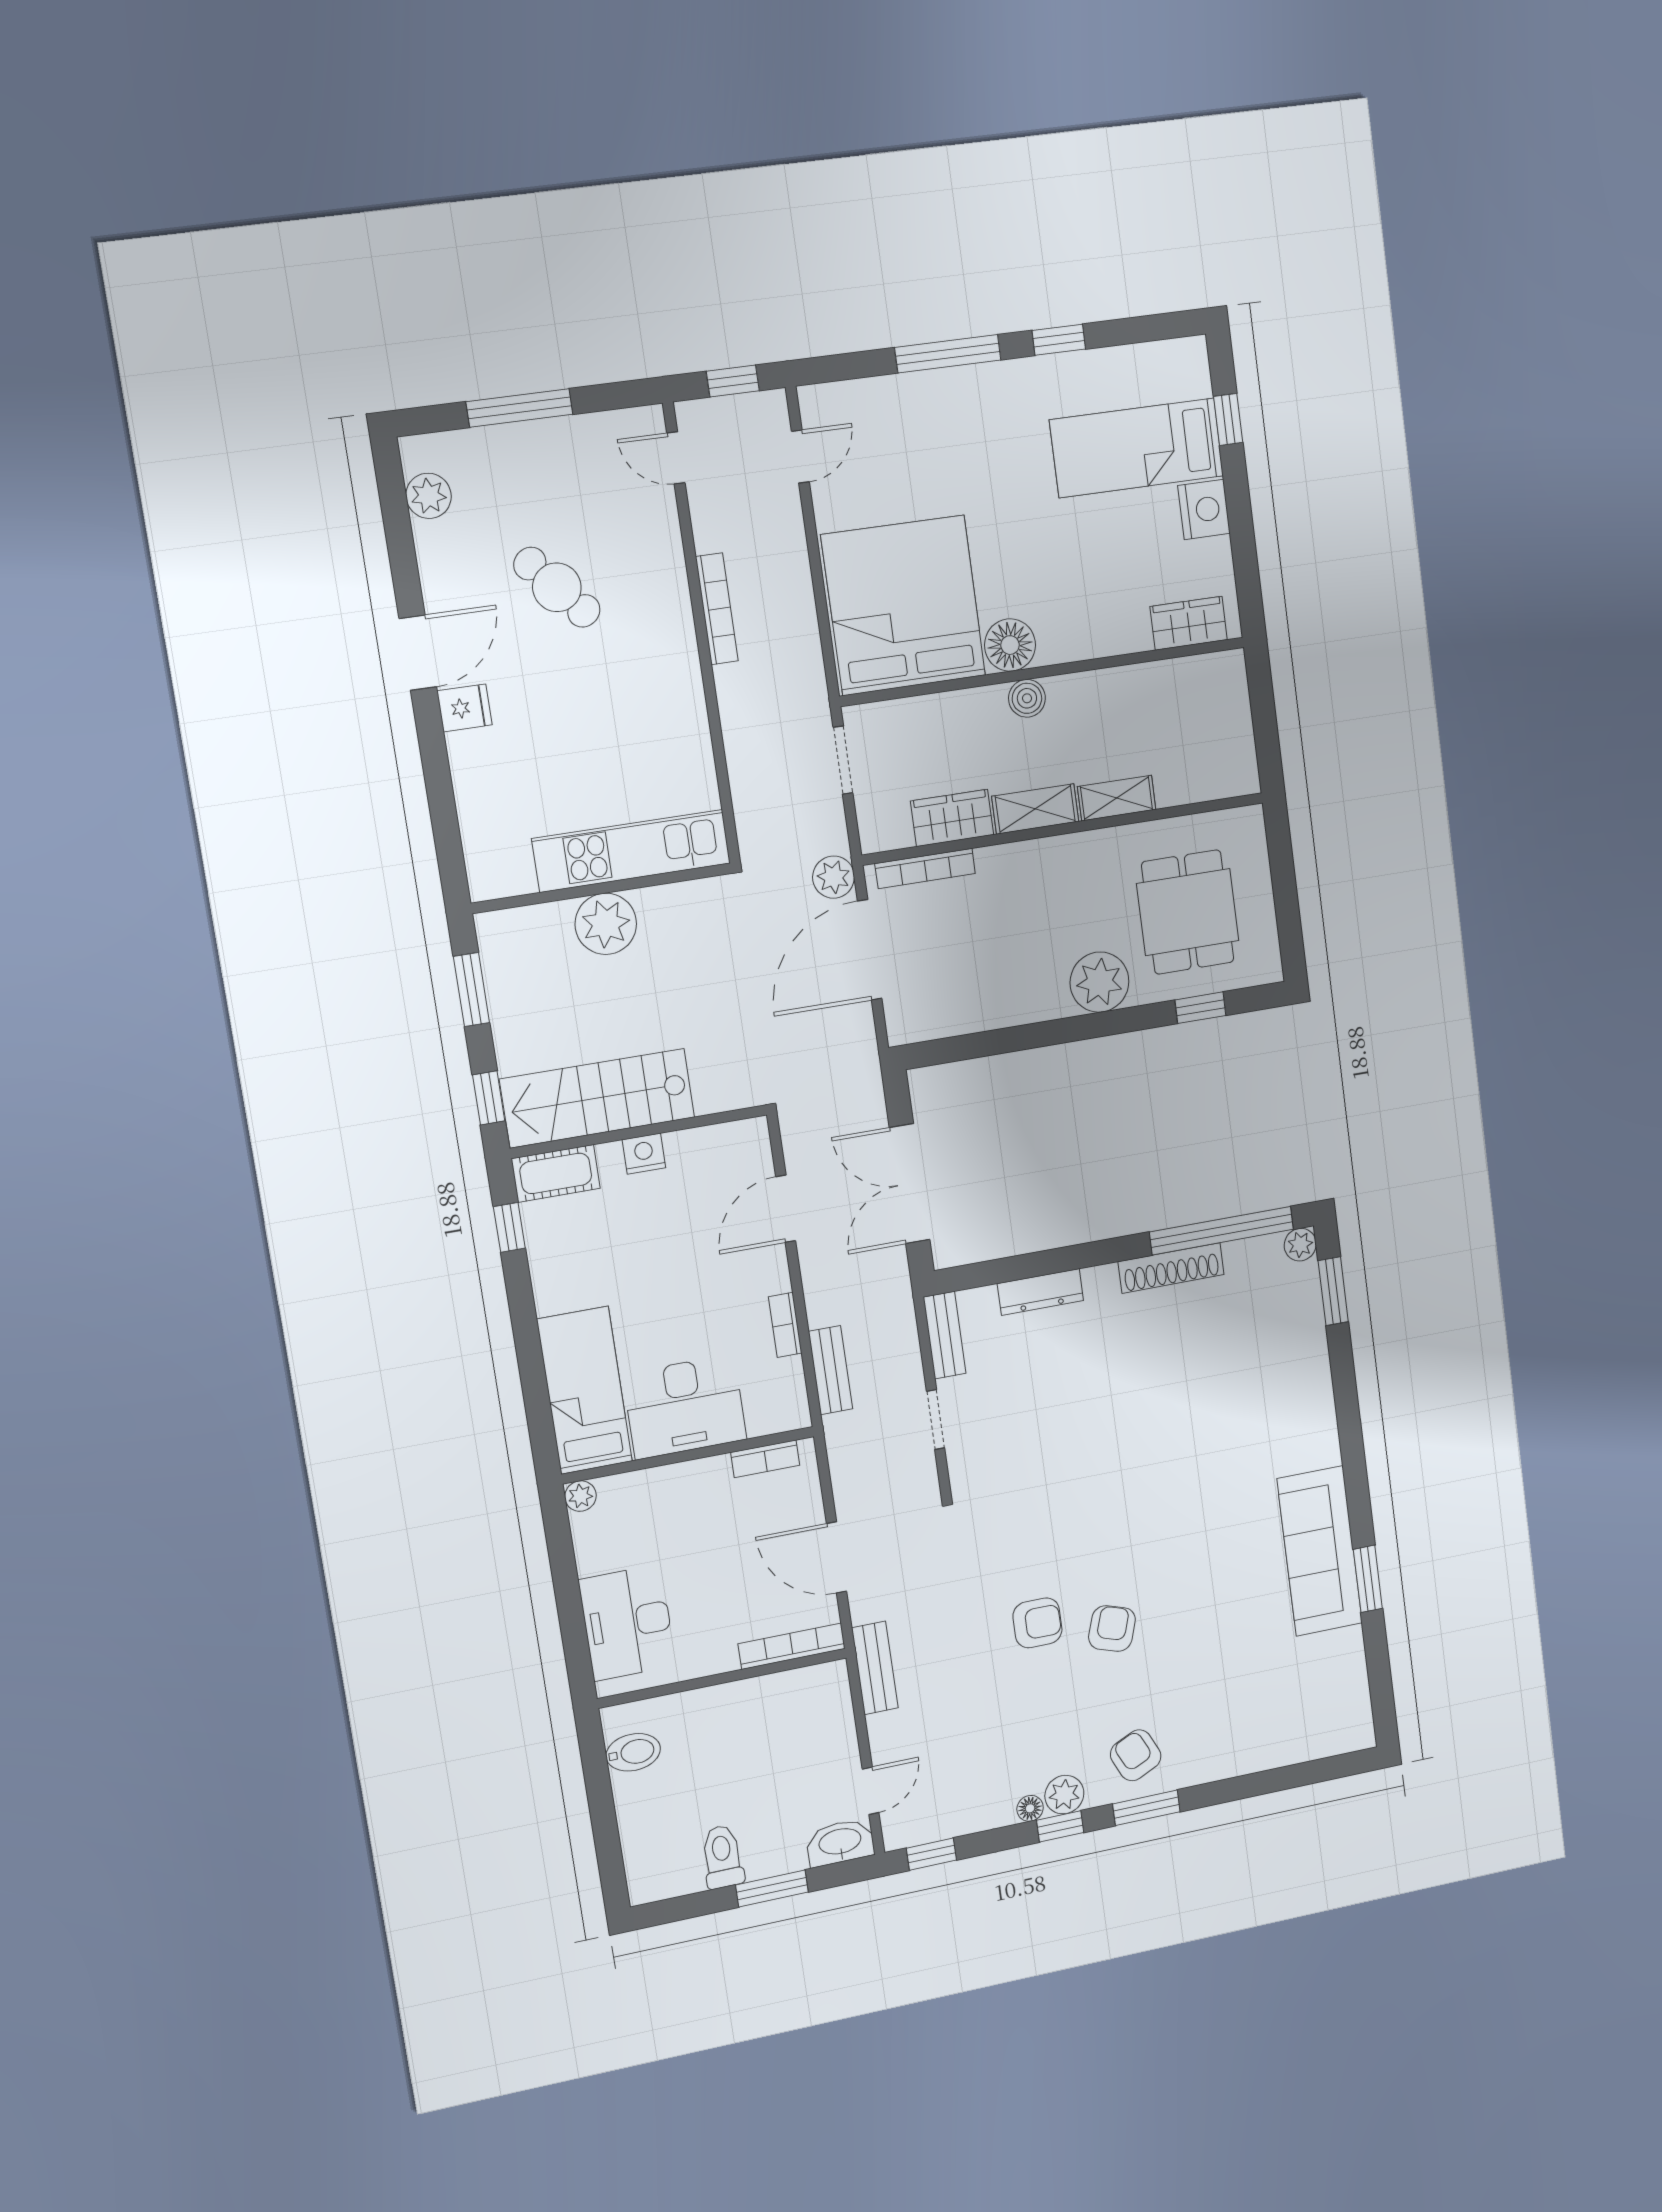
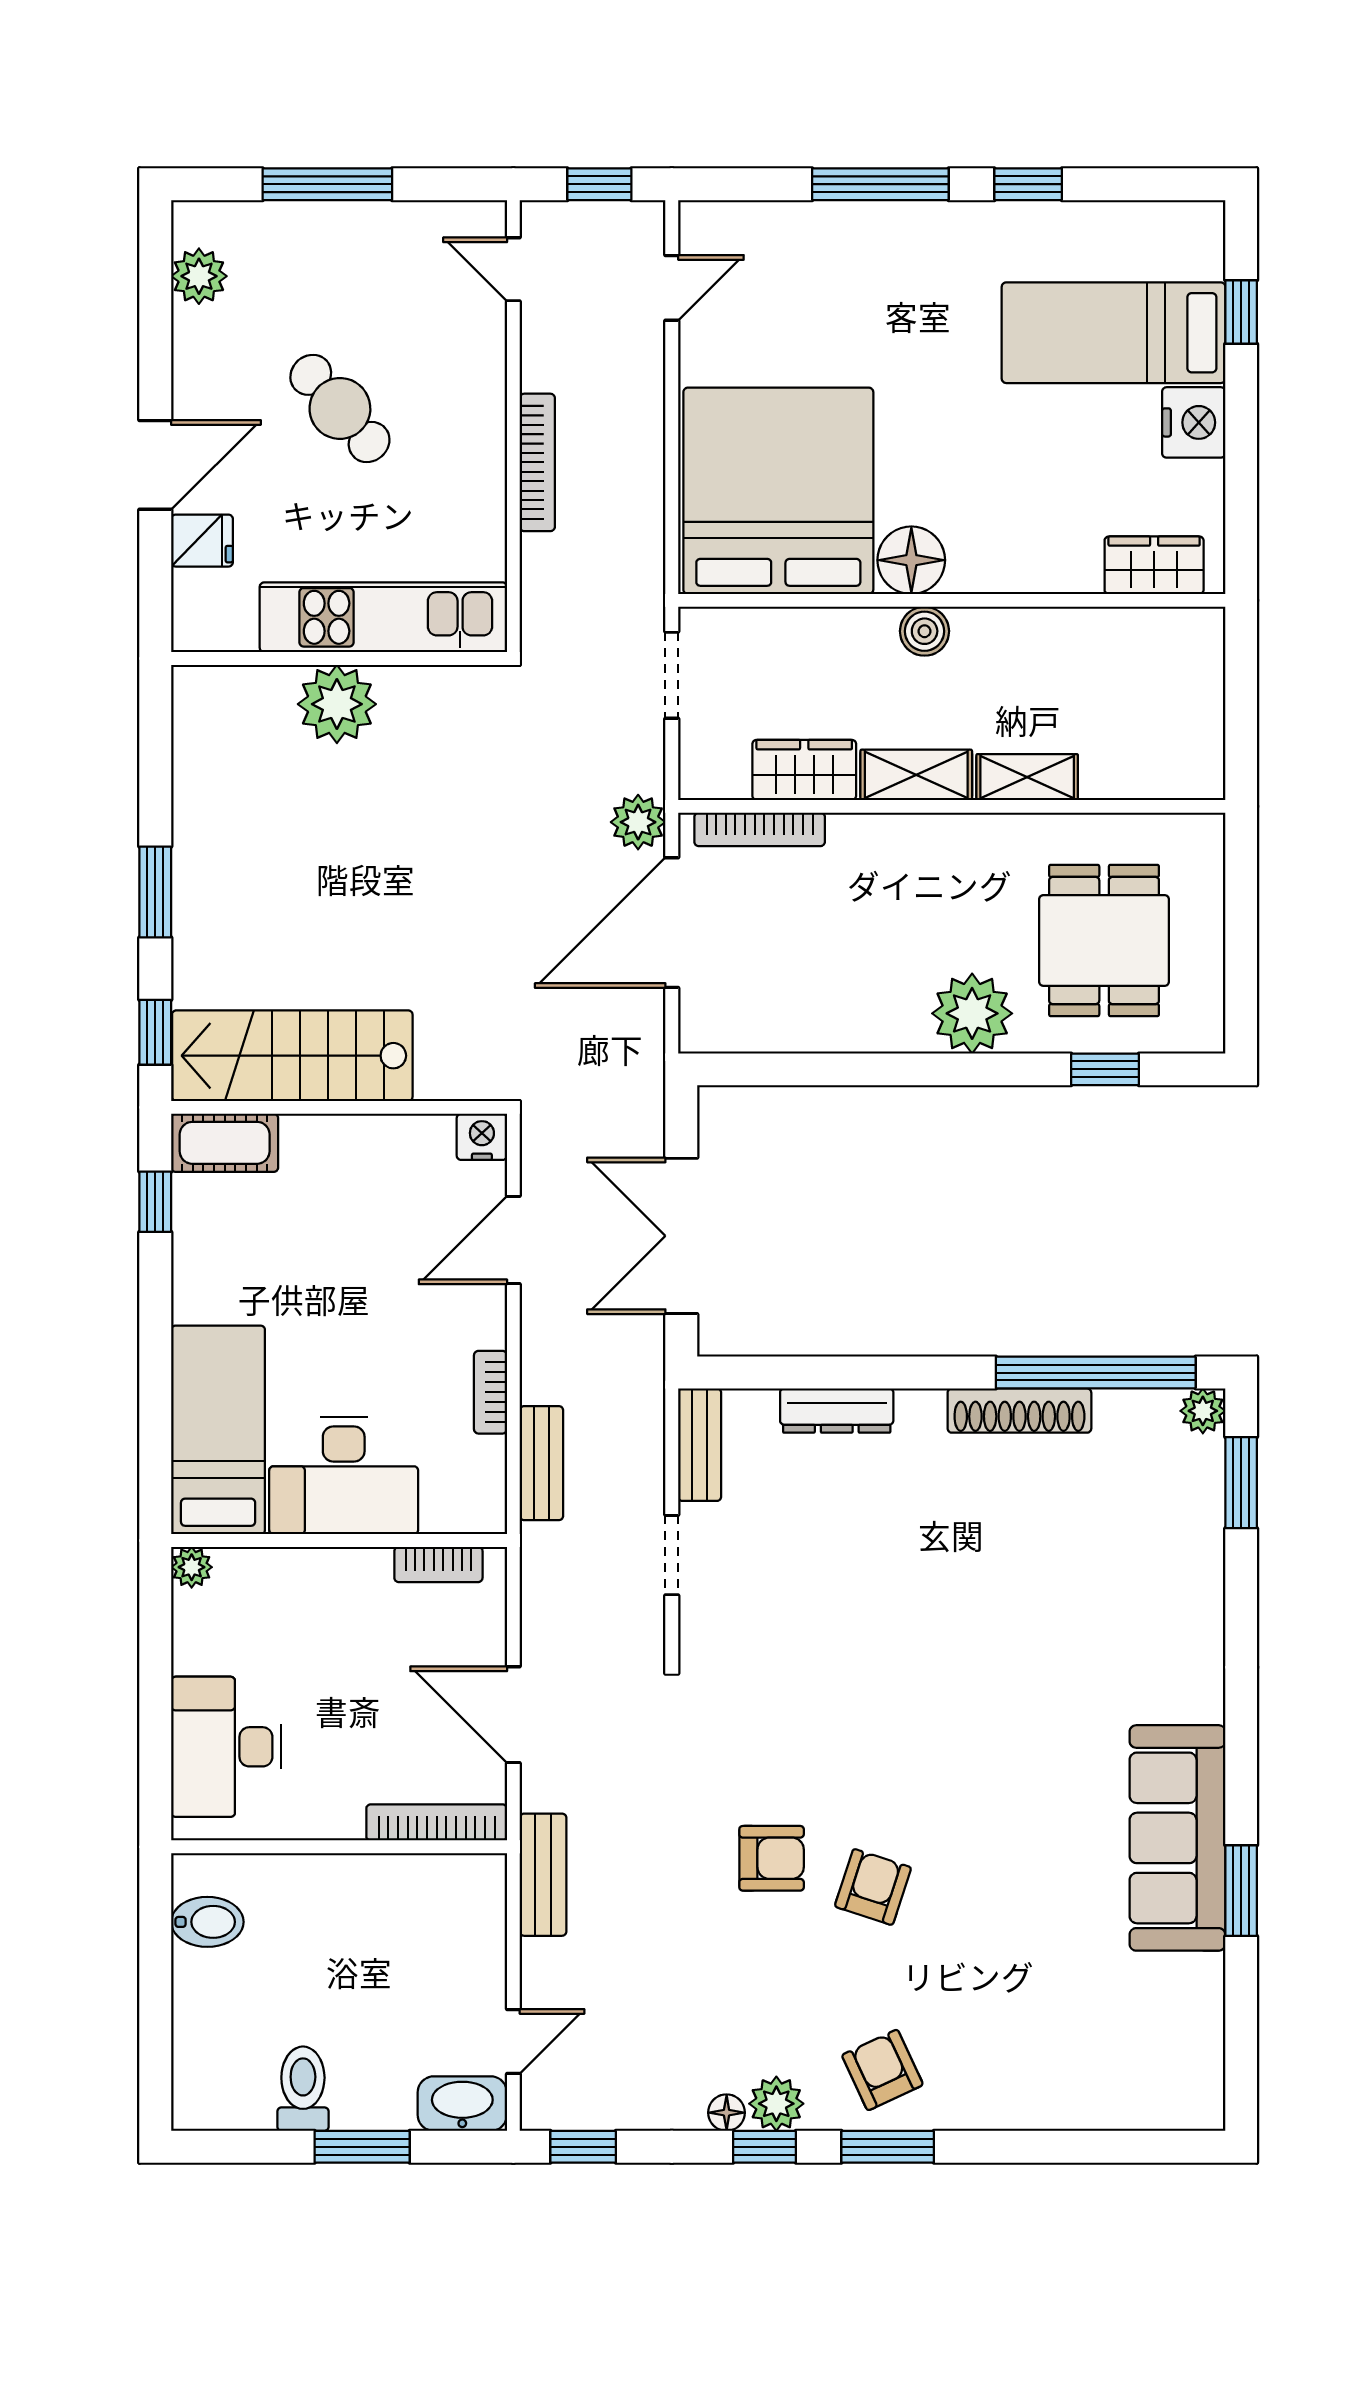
kitchen unit: (631, 851) -> (383, 617), moved
wall: (602, 888) -> (339, 658), moved
plant: (606, 924) -> (337, 704), moved
nightstand: (644, 1154) -> (482, 1137), moved

